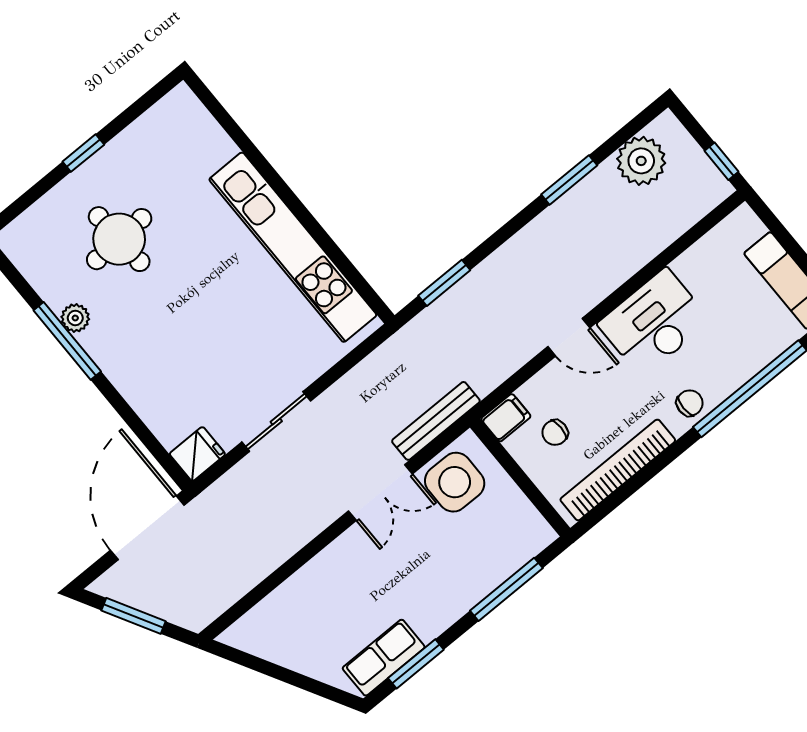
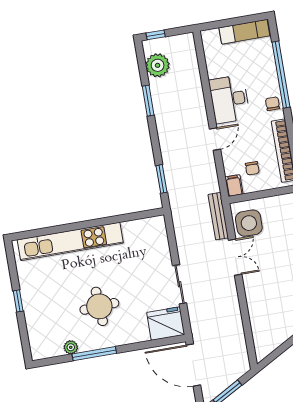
window: (721, 161) -> (156, 35), moved
round table: (119, 239) -> (99, 306), moved
kitchen unit: (293, 247) -> (70, 241), moved
plant: (75, 318) -> (71, 347), moved
fridge: (197, 454) -> (166, 324), width x1.88, depth x1.34

